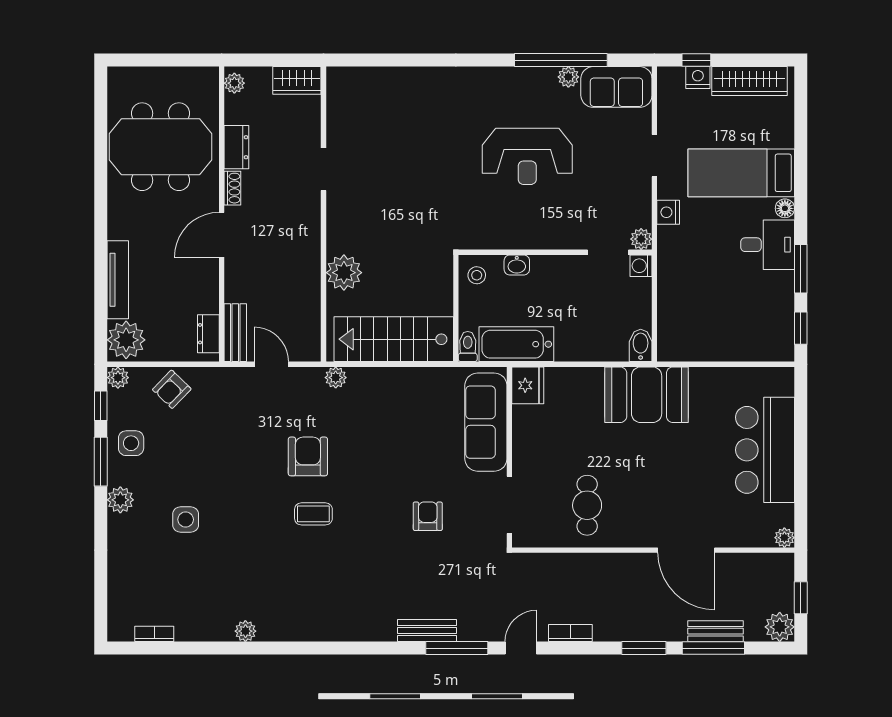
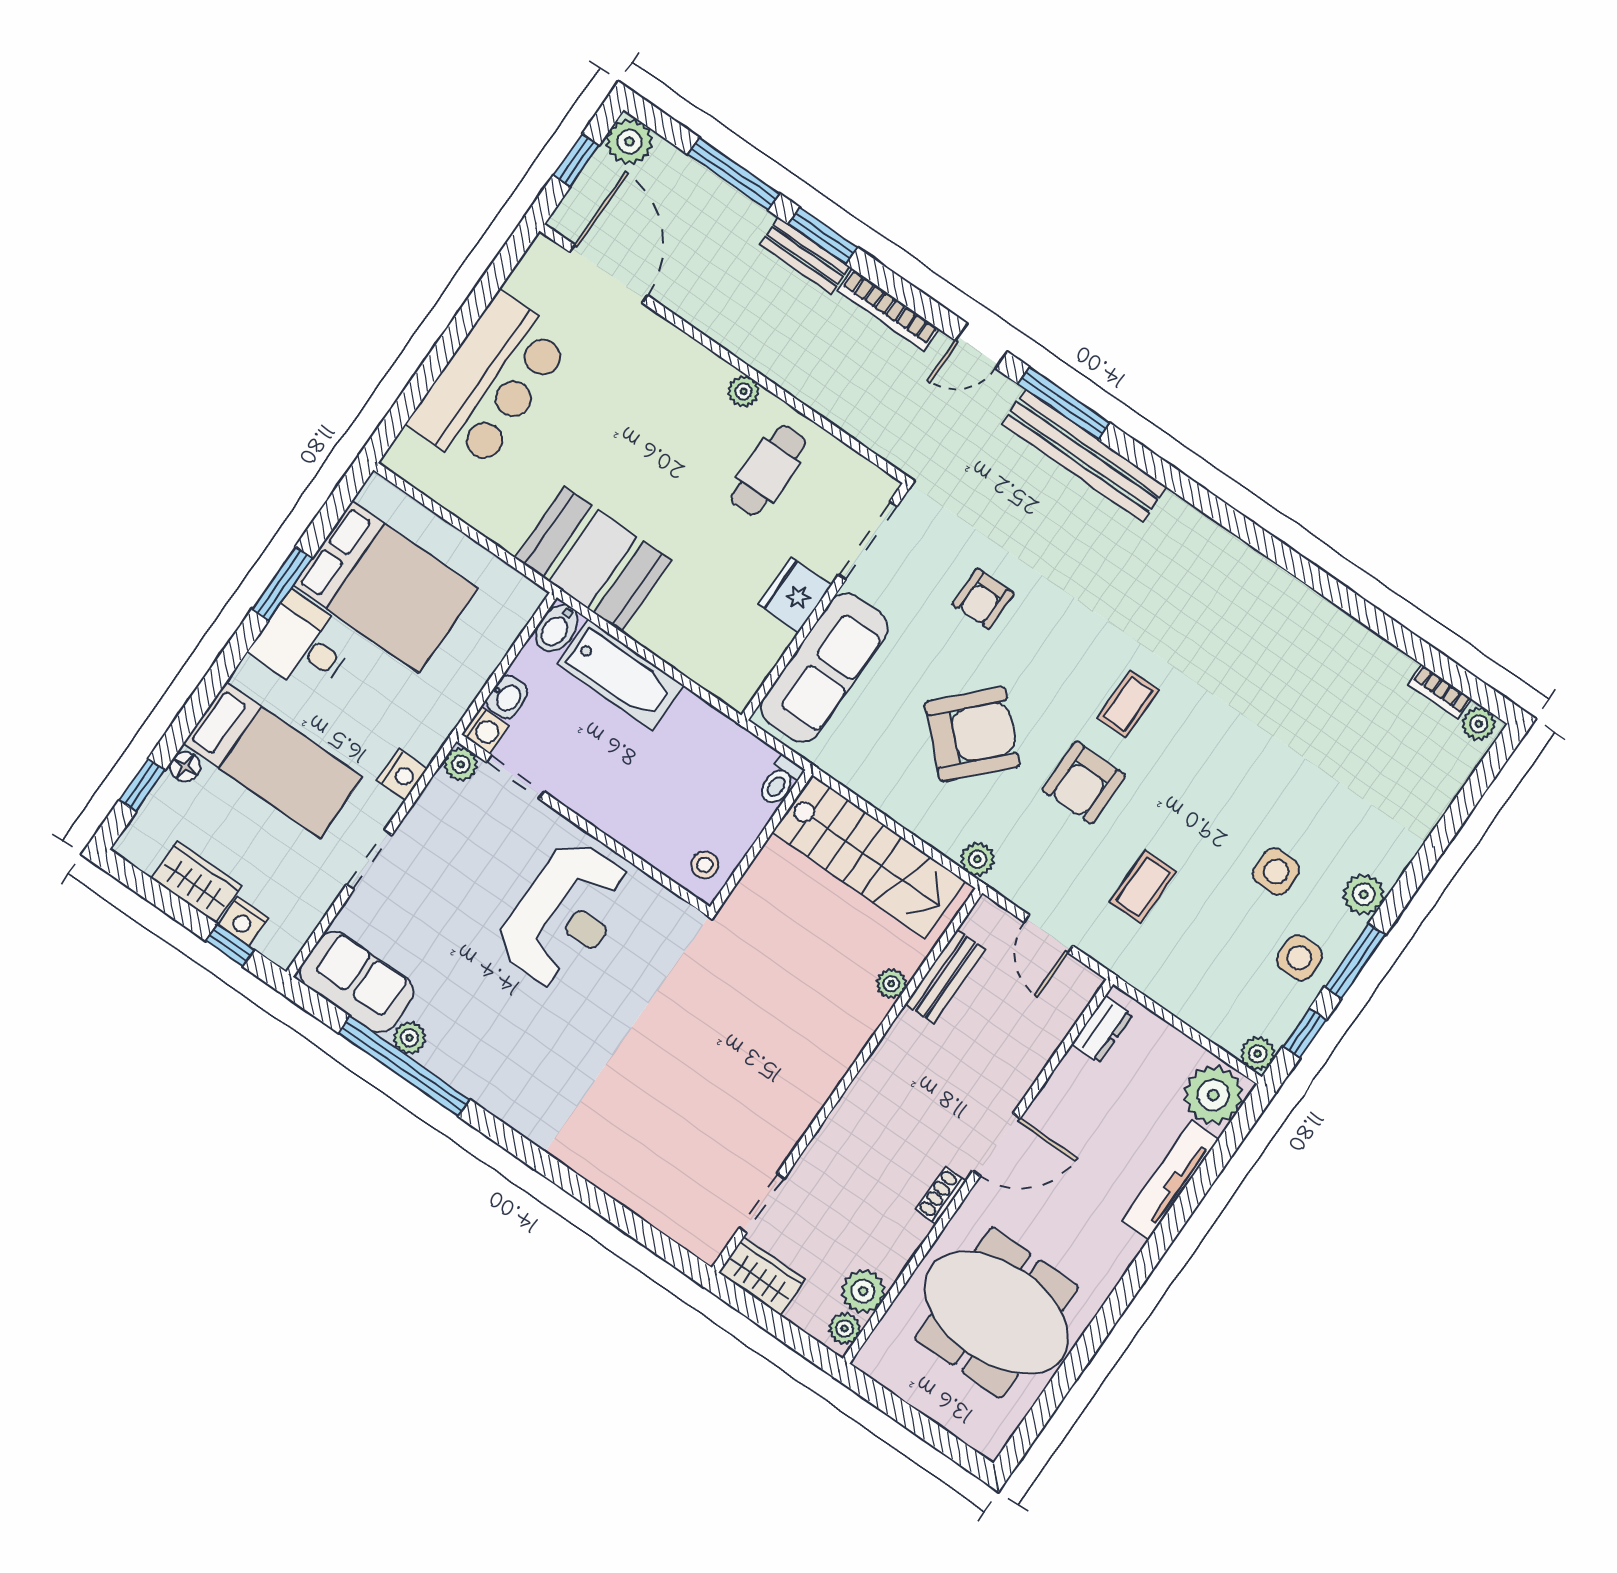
wardrobe: (750, 81) -> (196, 882), width x0.67
plant: (238, 109) -> (863, 1291), added
dresser: (236, 147) -> (899, 1244), removed
reception desk: (527, 156) -> (565, 915), moved, turned 90
doorway: (323, 169) -> (762, 1203), moved
floor lamp: (785, 208) -> (185, 767), moved
washbasin: (517, 265) -> (507, 697), moved, turned 90
plant: (344, 273) -> (891, 984), width x0.53, depth x0.53
bed: (745, 305) -> (385, 587), added
window: (801, 328) -> (142, 785), moved
bench: (235, 333) -> (945, 977), moved
bathtub: (516, 344) -> (621, 675), moved
fridge: (528, 385) -> (795, 595), moved
armchair: (172, 389) -> (972, 734), moved, width x1.88, depth x1.88
coffee table: (239, 423) -> (1143, 887), added
coffee table: (313, 514) -> (1128, 704), turned 90
side table: (186, 520) -> (1276, 872), moved
plant: (784, 538) -> (744, 391), moved
door: (686, 550) -> (609, 274), moved
plant: (245, 631) -> (1479, 724), moved
bench: (427, 631) -> (1084, 455), width x1.86, depth x1.21
bench: (716, 631) -> (805, 255), moved
bookcase: (570, 633) -> (888, 310), width x1.56

